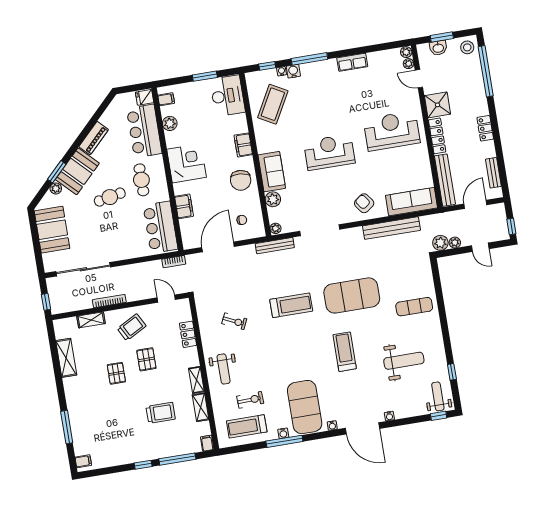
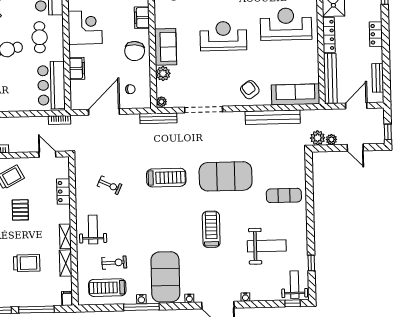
weight bench: (224, 369) -> (93, 229), turned 180

